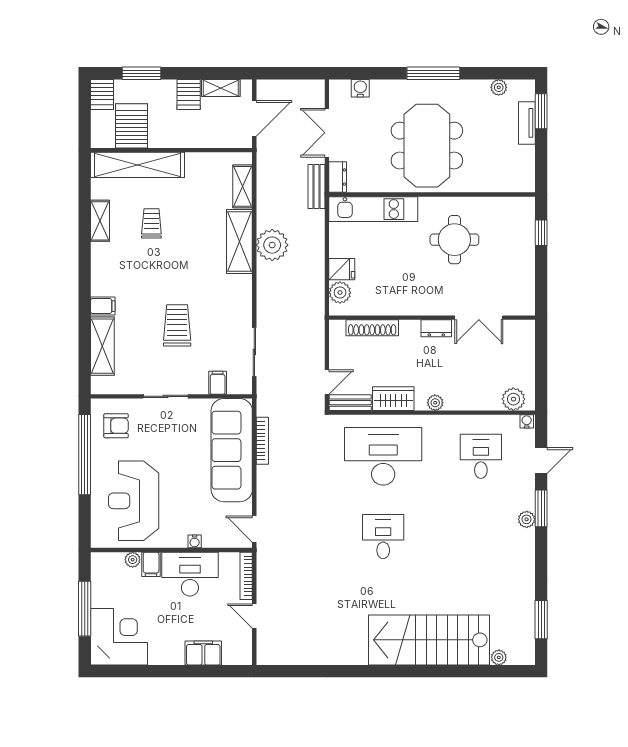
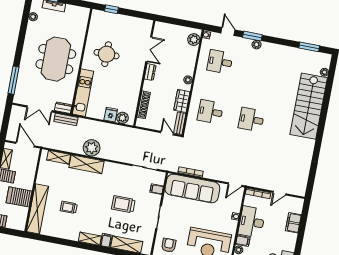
window: (433, 73) -> (13, 80), moved
water cooler: (360, 88) -> (20, 88), removed
server rack: (131, 126) -> (19, 197), moved
meeting table: (427, 146) -> (56, 59), turned 90
shelving: (100, 221) -> (90, 239), moved
desk: (383, 456) -> (210, 112), width x0.53, depth x0.77

